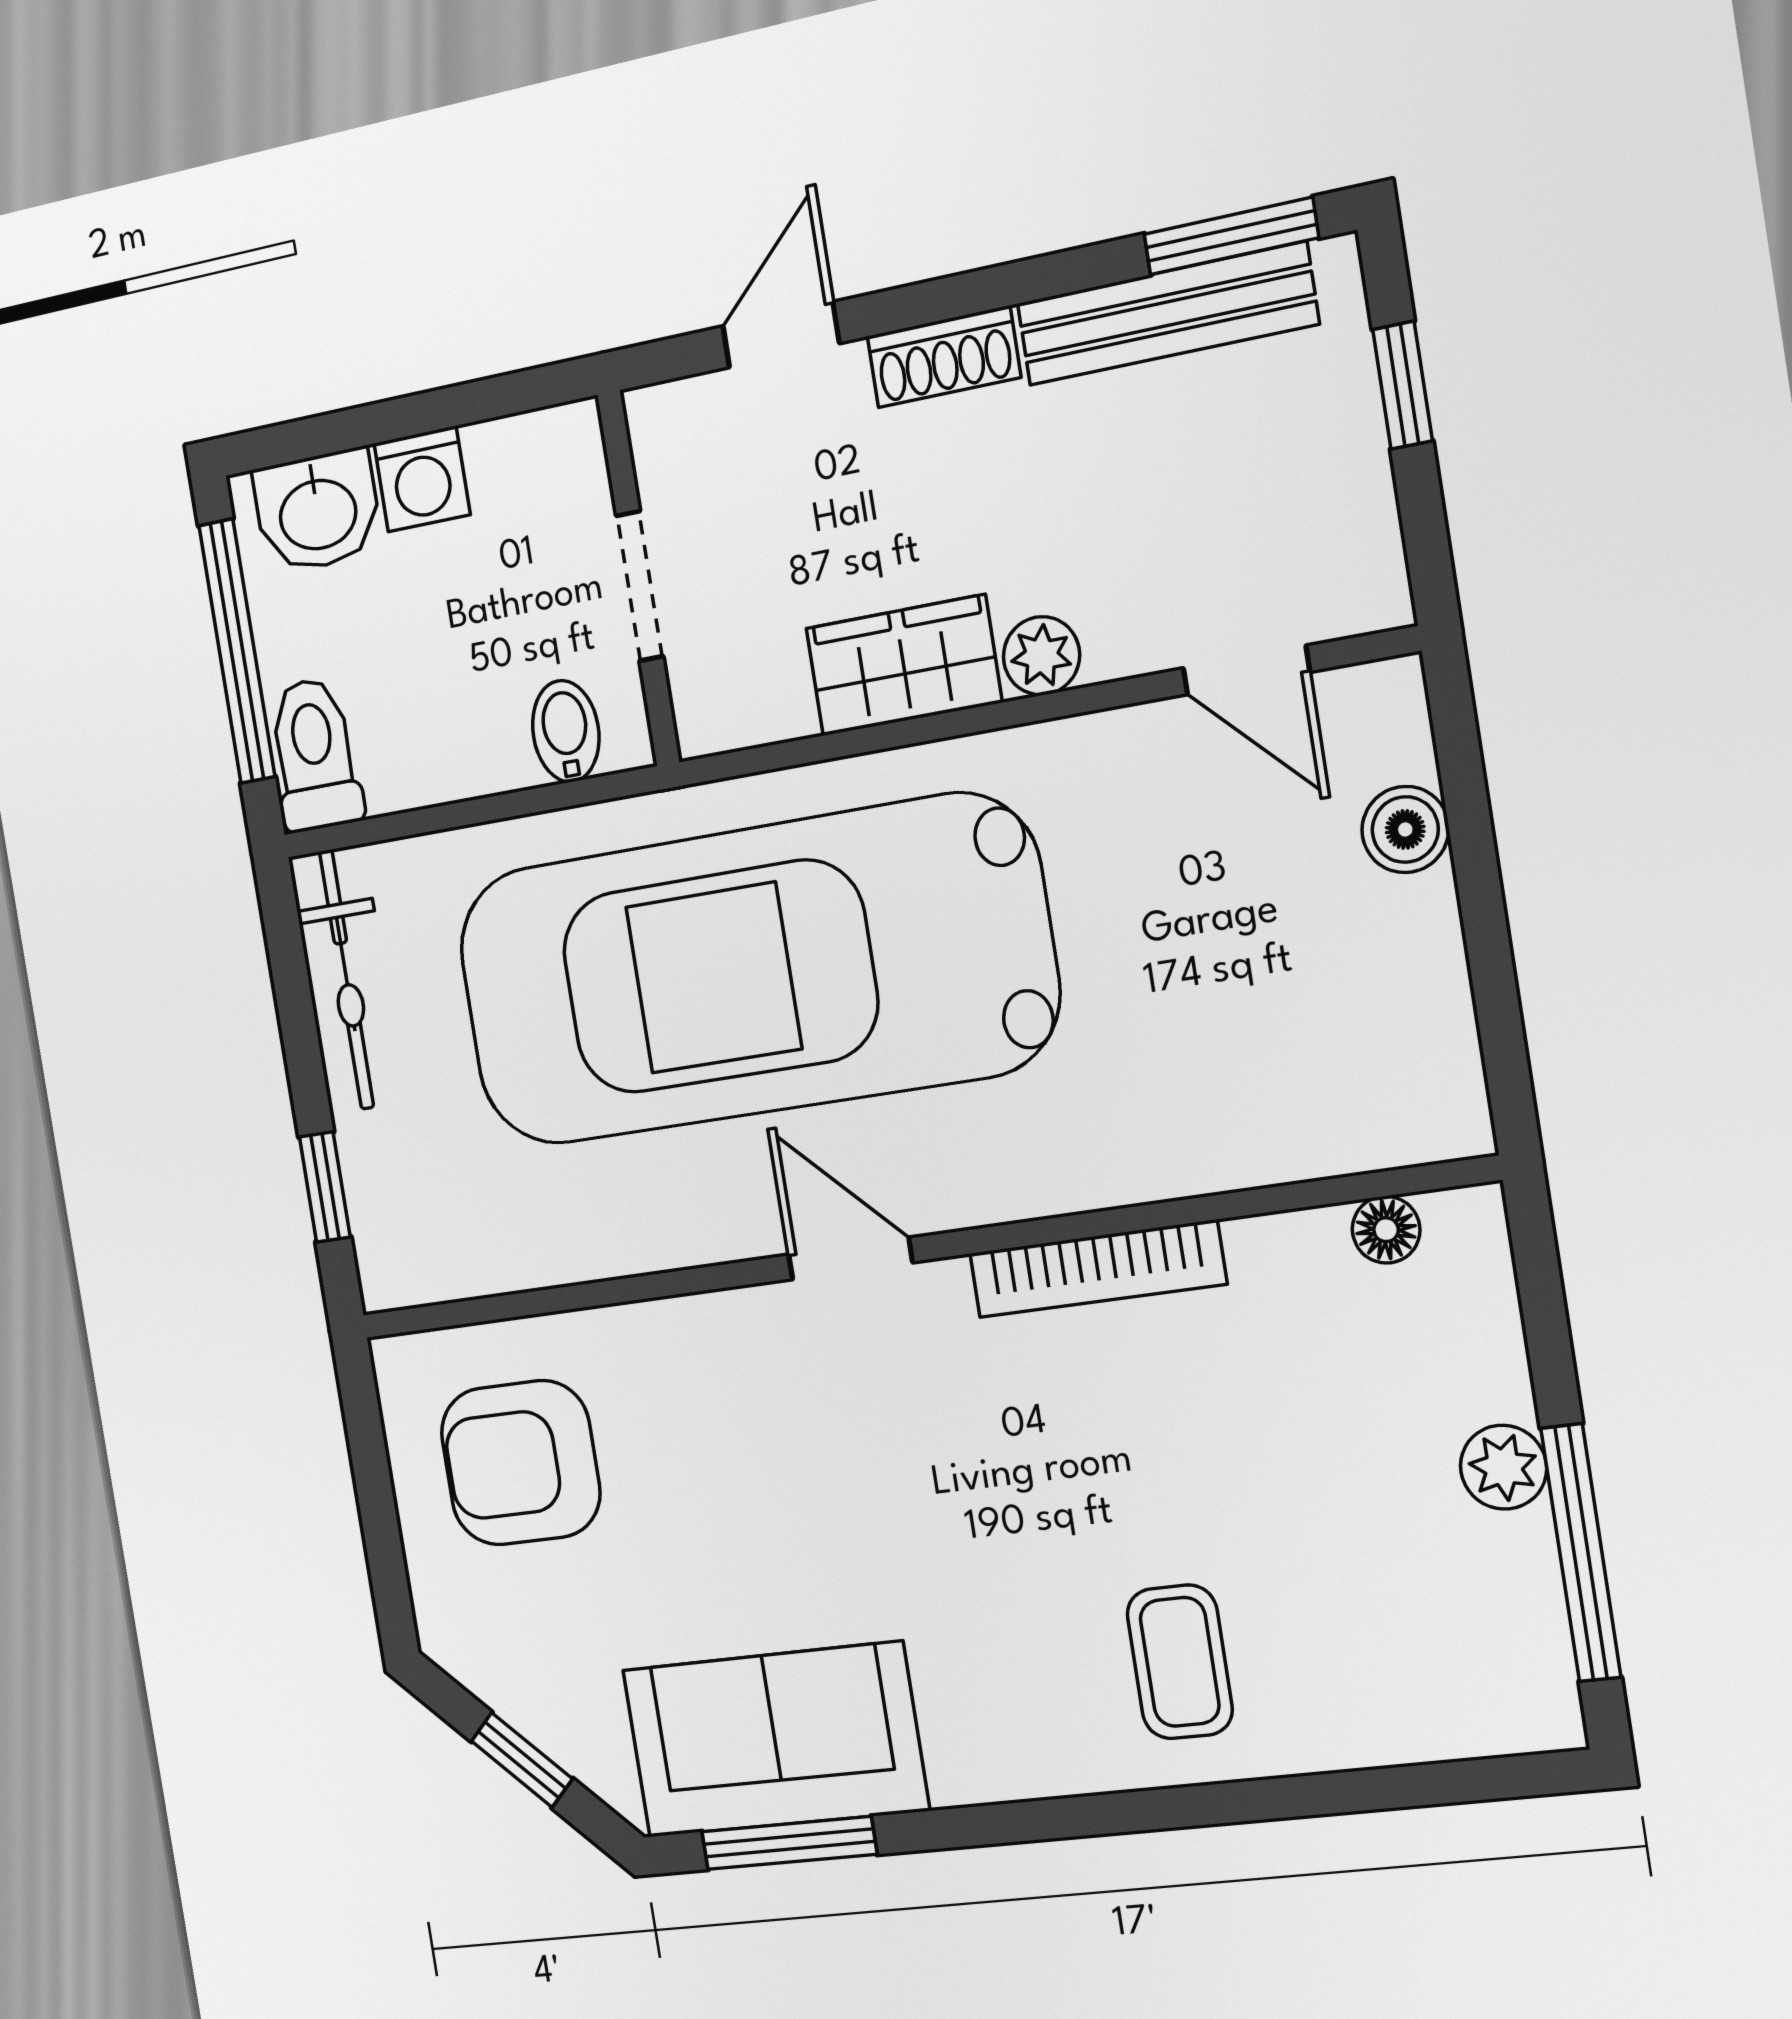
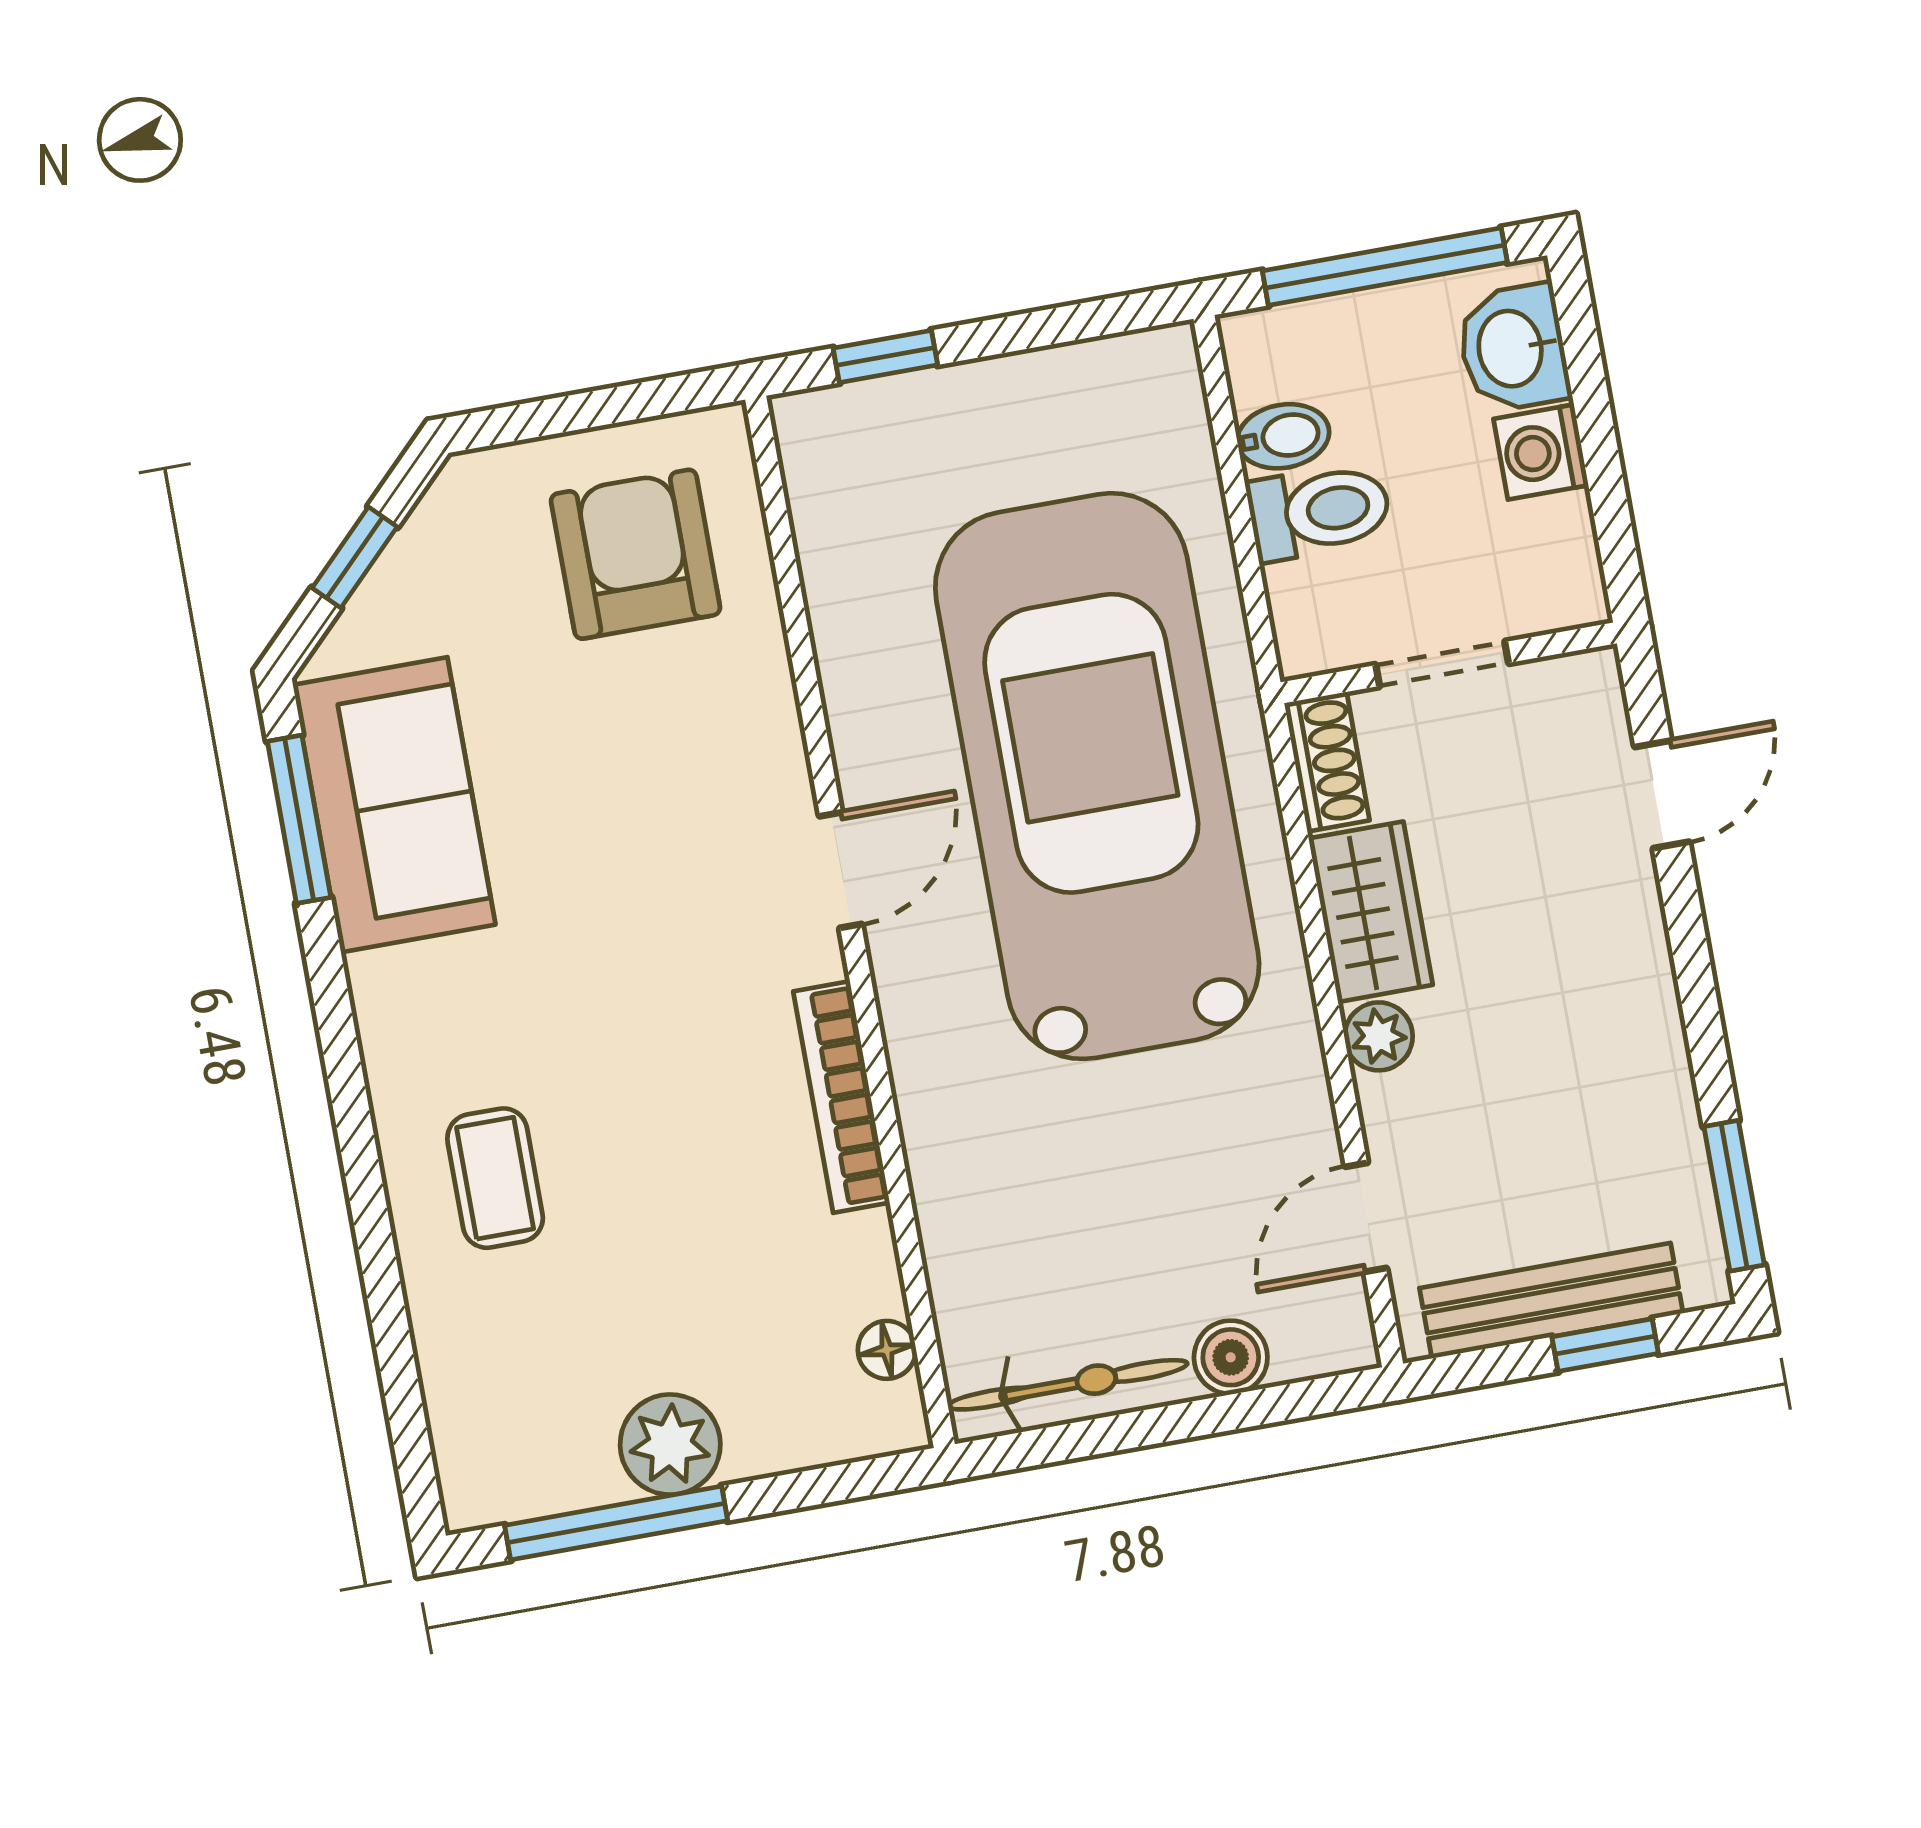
bench: (1167, 314) -> (1551, 1301), moved, turned 90
door: (781, 335) -> (1662, 794), hinge flipped
shoe rack: (944, 357) -> (1327, 762), moved, turned 180
bidet: (566, 731) -> (1283, 436), moved
toilet: (315, 754) -> (1319, 511), moved
bicycle: (347, 980) -> (1068, 1385), moved, turned 180
plant: (1503, 1467) -> (670, 1445), width x1.38, depth x1.38
coffee table: (1180, 1662) -> (495, 1178), turned 90

